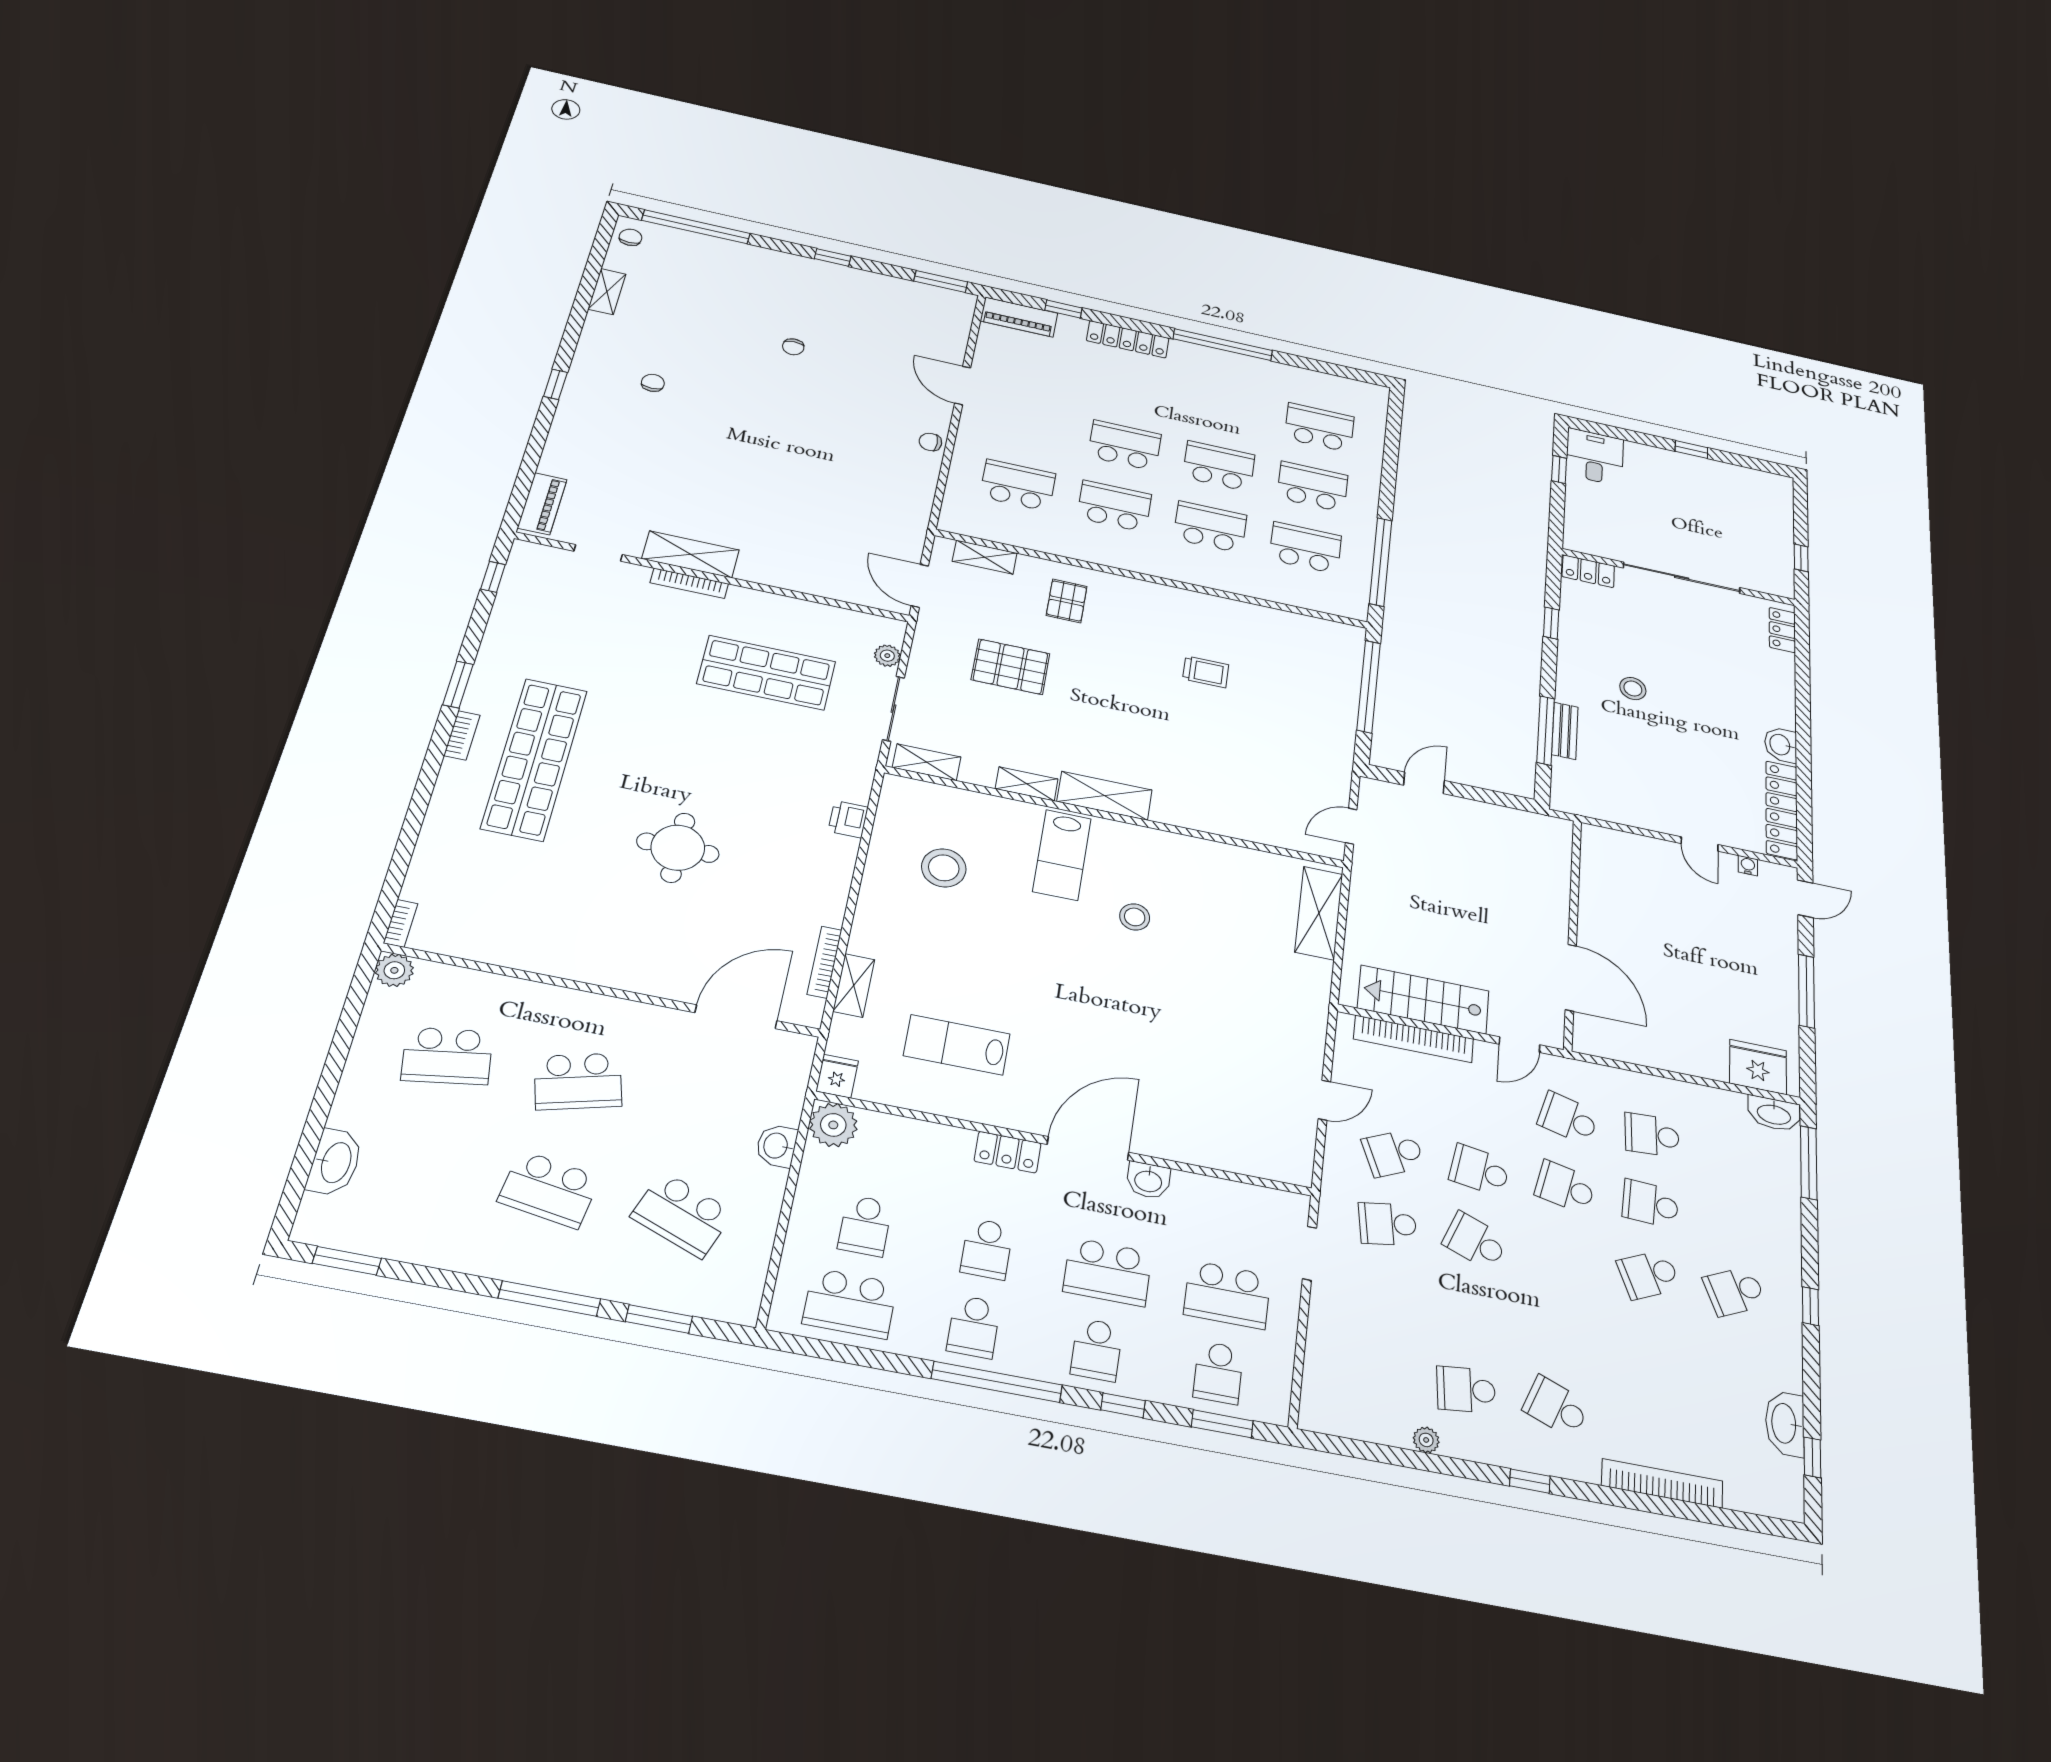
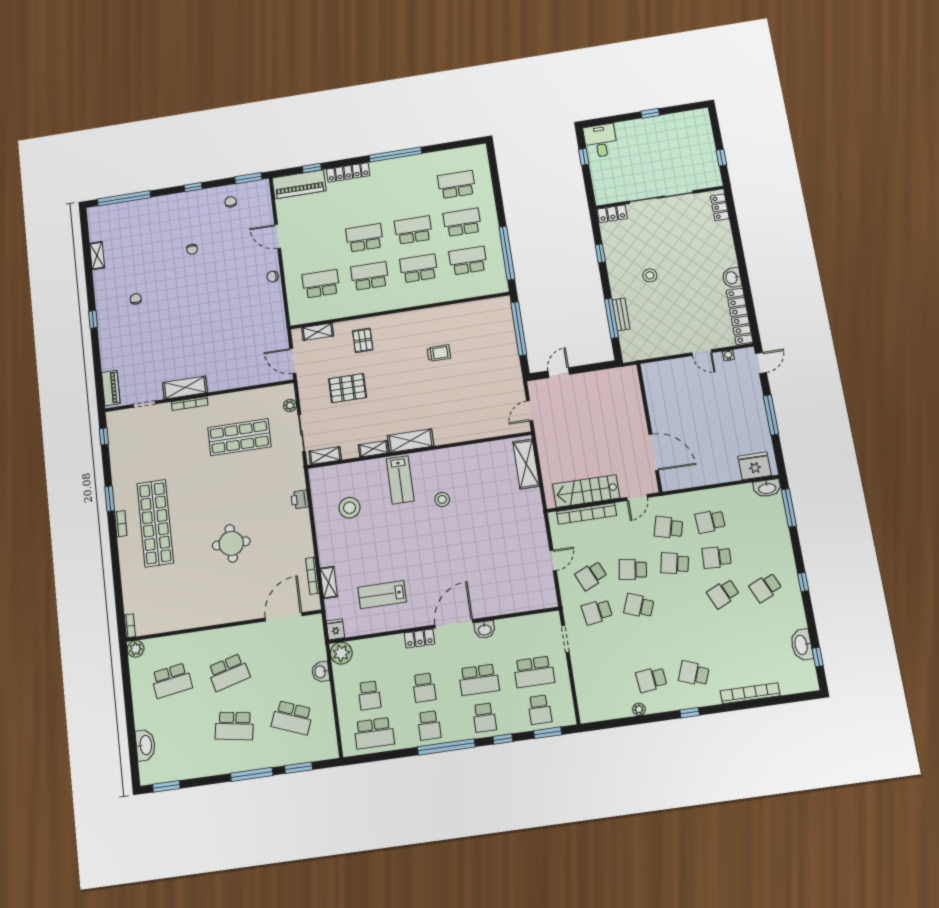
chair: (630, 237) -> (231, 202), moved
piano: (1019, 317) -> (299, 184), width x1.37, depth x1.33

